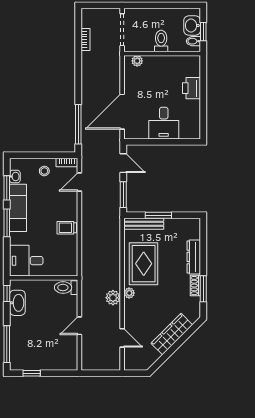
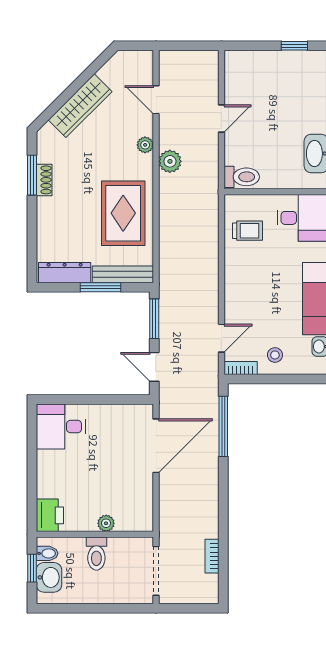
plant: (137, 61) -> (106, 523), moved
printer: (192, 88) -> (50, 515), moved
desk: (164, 123) -> (61, 427), moved, turned -90
trolley: (67, 228) -> (248, 231), moved
dresser: (194, 257) -> (65, 273), moved, turned -90
plant: (129, 293) -> (145, 145), moved

